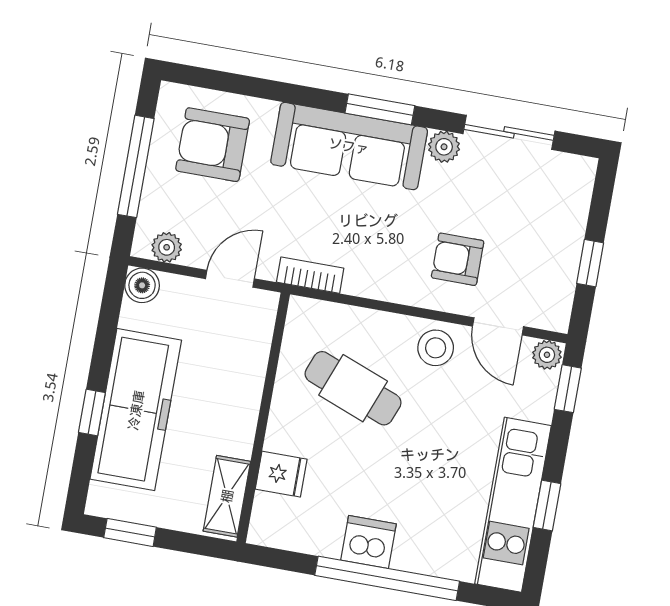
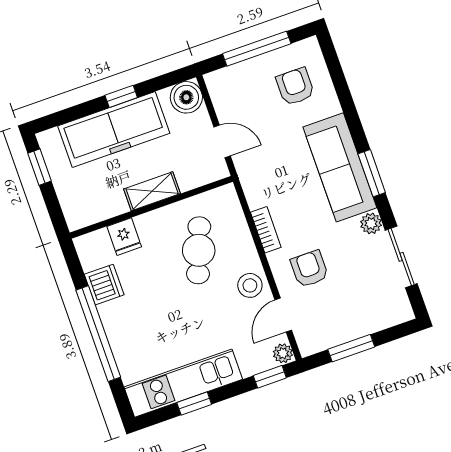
armchair: (213, 145) -> (295, 87), width x0.72, depth x0.72
plant: (167, 247) -> (220, 94), removed
window: (590, 263) -> (351, 348), width x1.50
bookcase: (310, 275) -> (266, 230), moved
boiler: (142, 285) -> (186, 97), width x1.36, depth x1.36
window: (92, 412) -> (121, 96), moved
shelving: (227, 496) -> (152, 191), moved
dishwasher: (368, 542) -> (104, 285), moved

